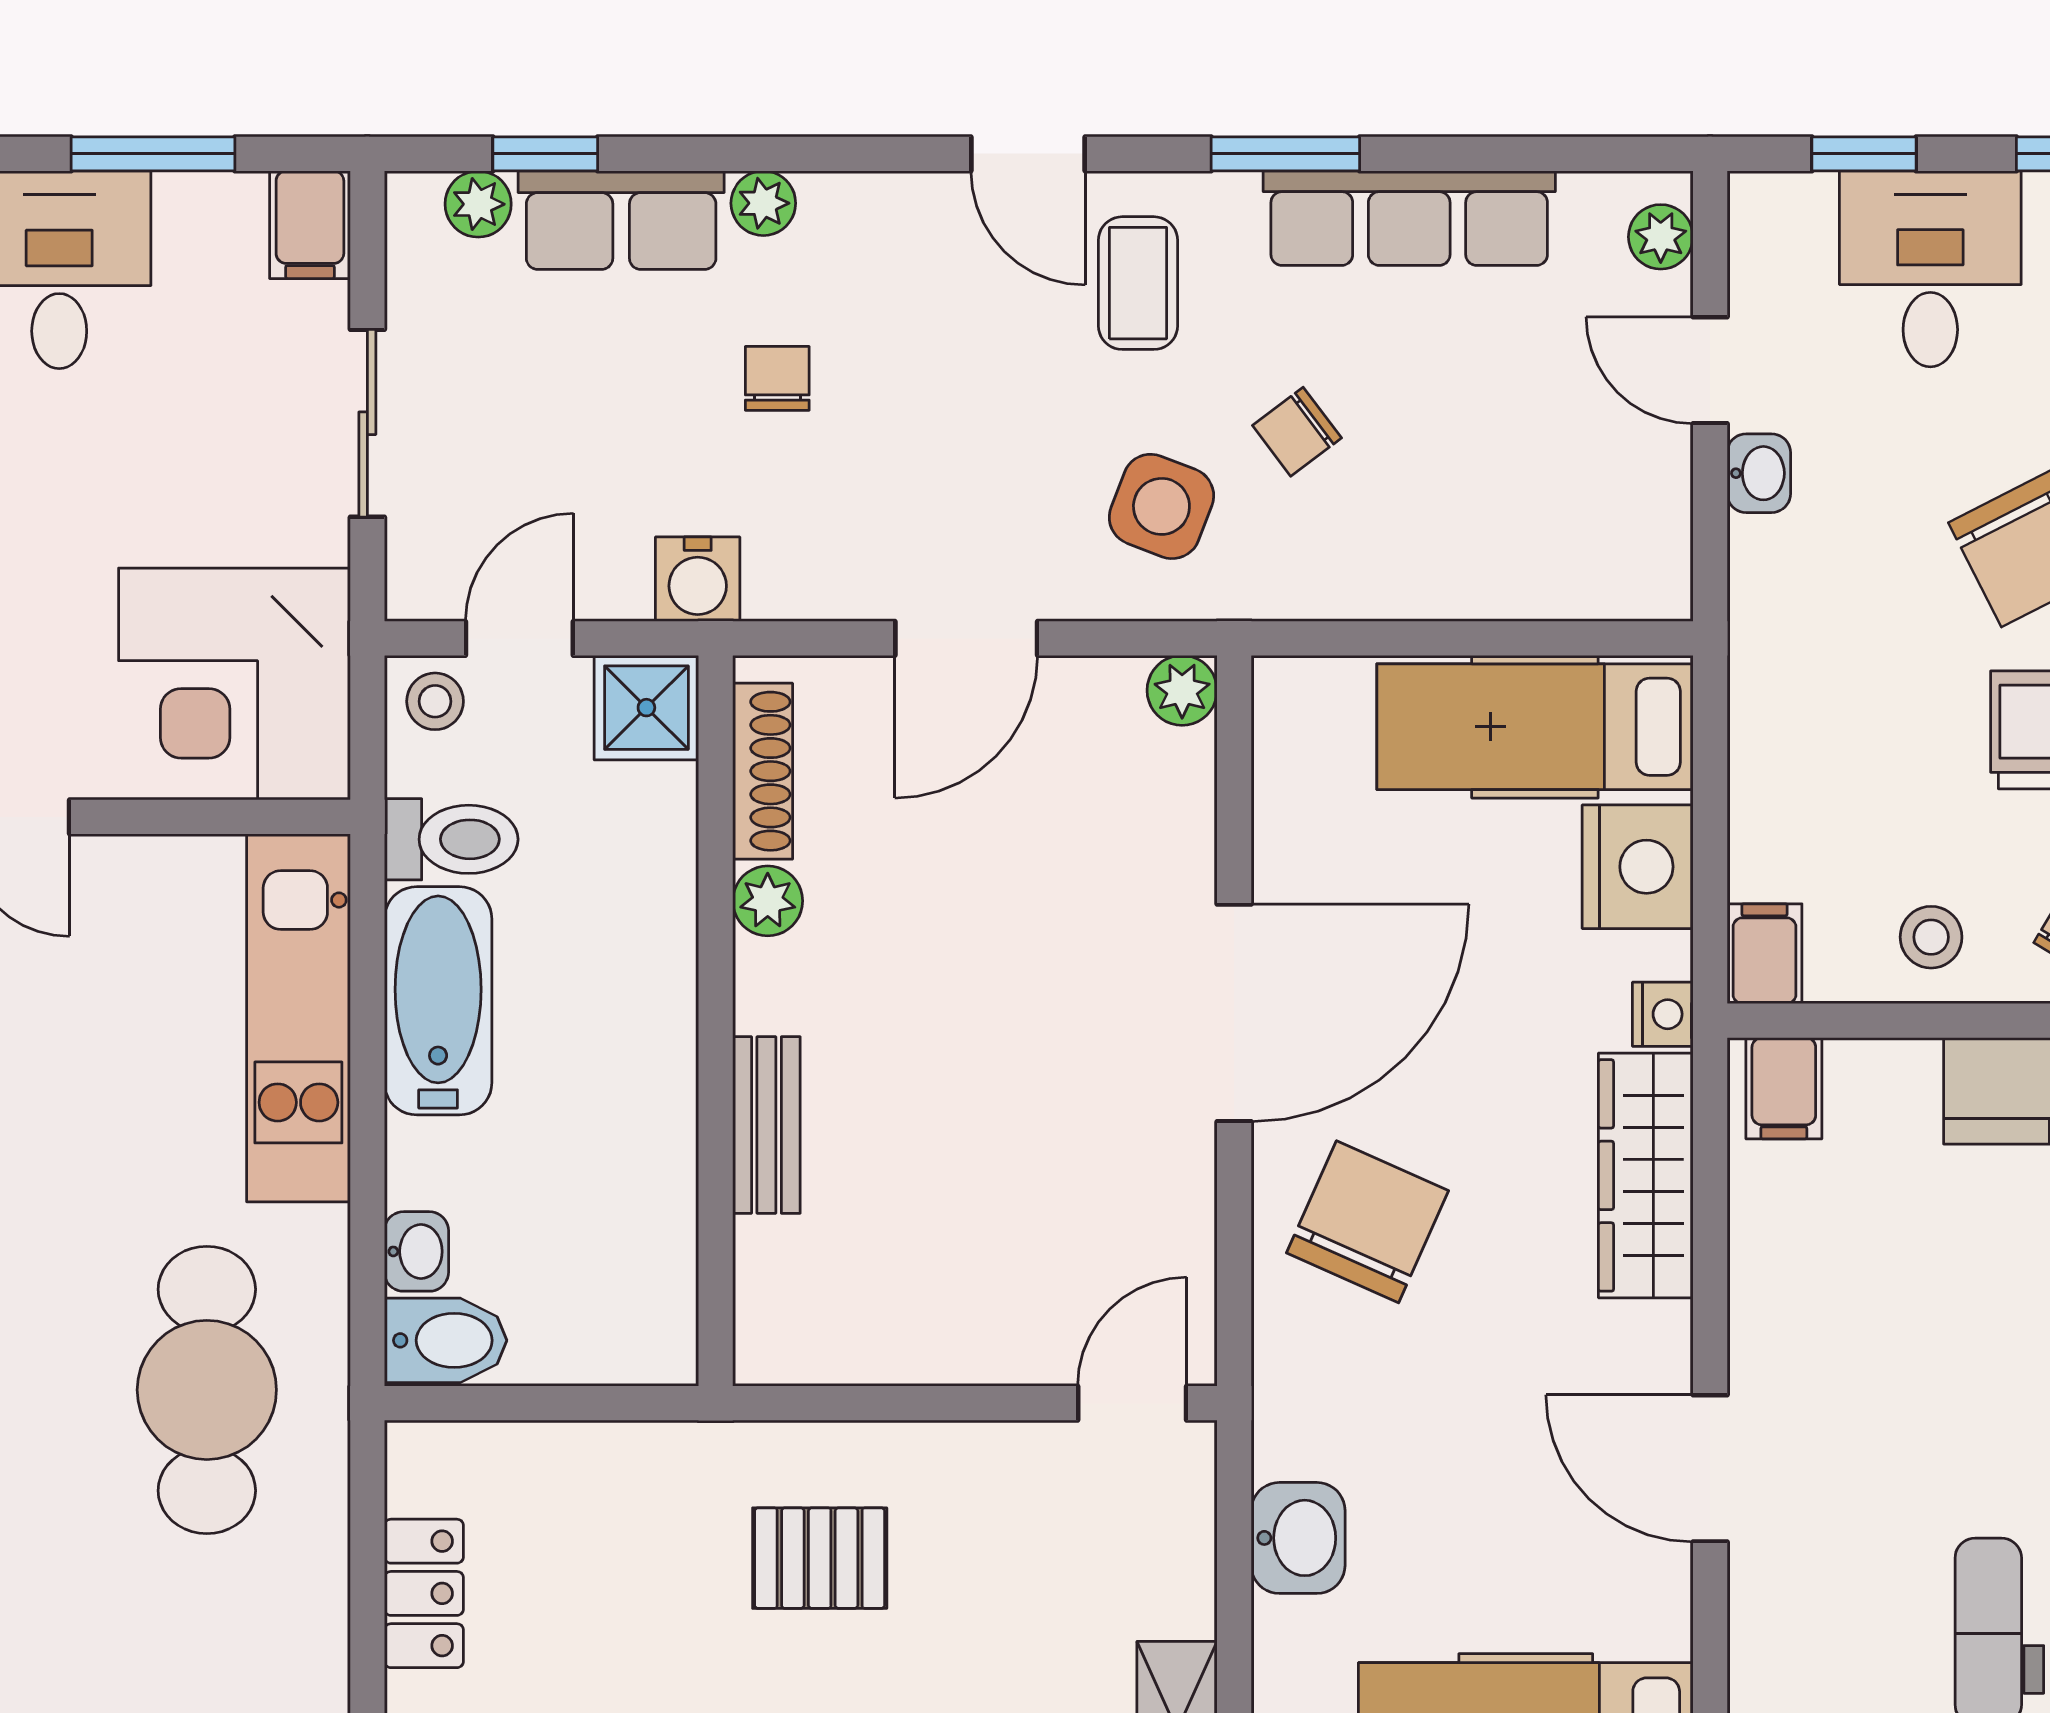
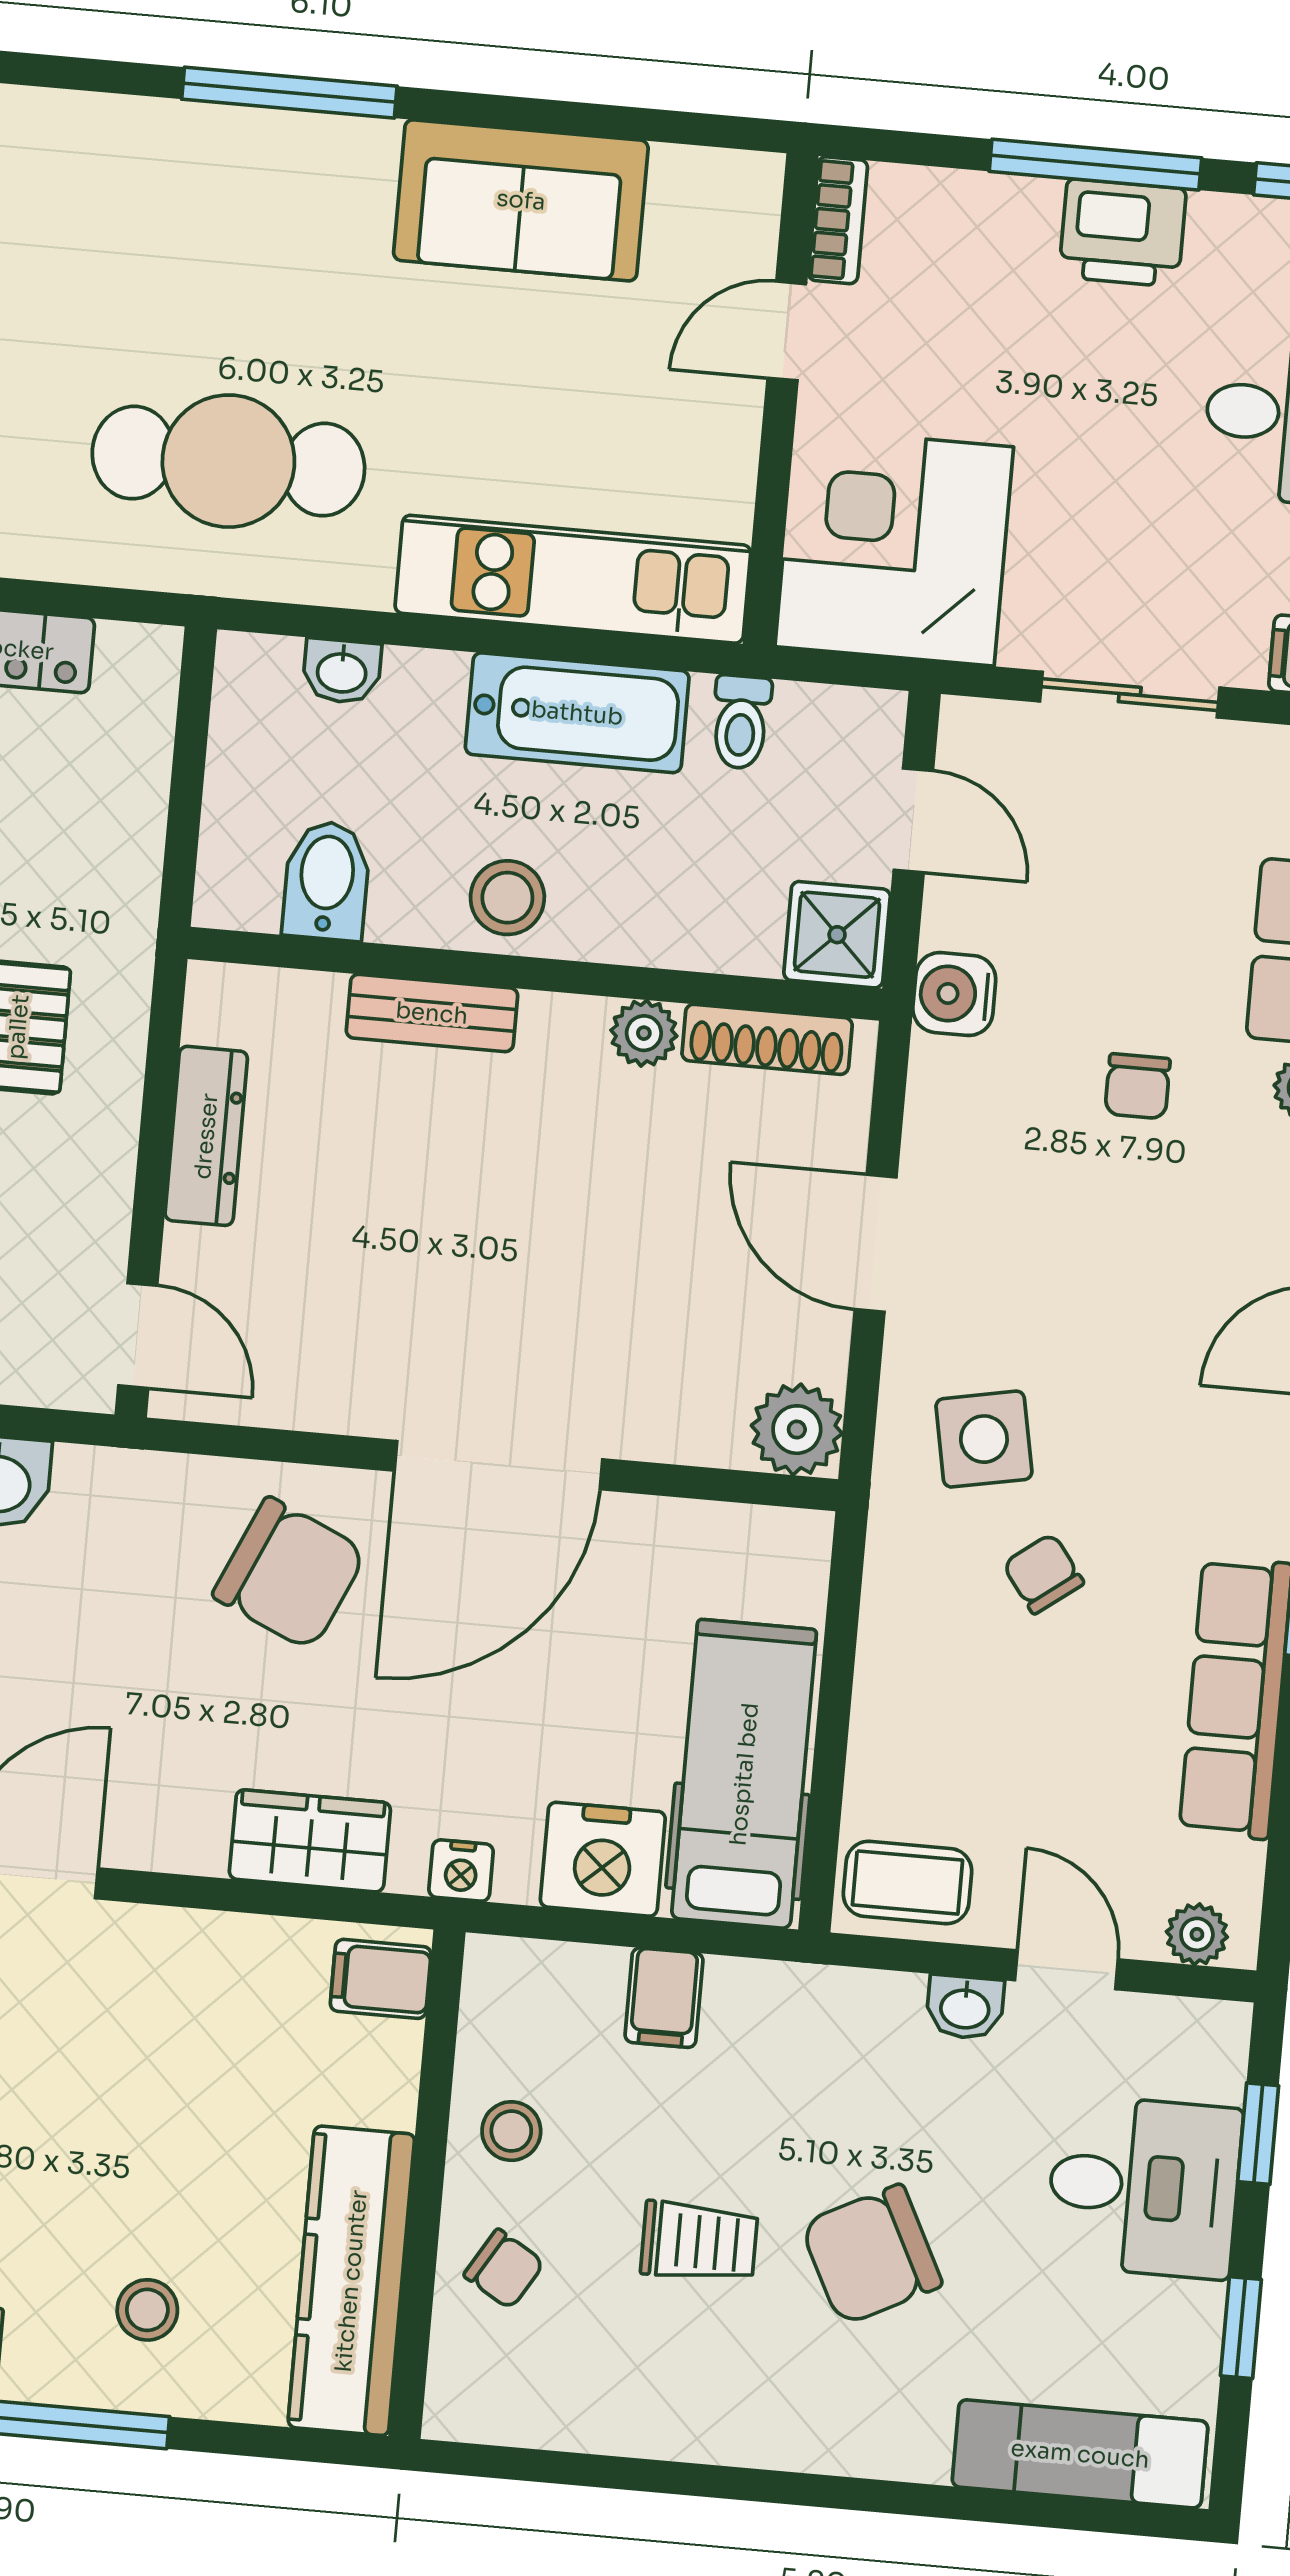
coffee table: (1138, 283) -> (907, 1883), moved
door: (1710, 370) -> (1066, 1970), hinge flipped
chair: (777, 378) -> (1138, 1086), turned 90
side table: (1161, 506) -> (984, 1439), turned -32
plant: (1182, 690) -> (797, 1430), width x1.38, depth x1.38
stool: (435, 701) -> (507, 898), moved, width x1.37, depth x1.37
toilet: (451, 839) -> (741, 722), width x0.73, depth x0.72
filing cabinet: (1765, 954) -> (664, 1998), moved, turned 90
door: (1234, 1013) -> (499, 1465), hinge flipped
wardrobe: (1646, 1175) -> (310, 1841), width x0.67
bidet: (446, 1340) -> (326, 881), moved, turned 180
dresser: (916, 1350) -> (206, 1136), added

